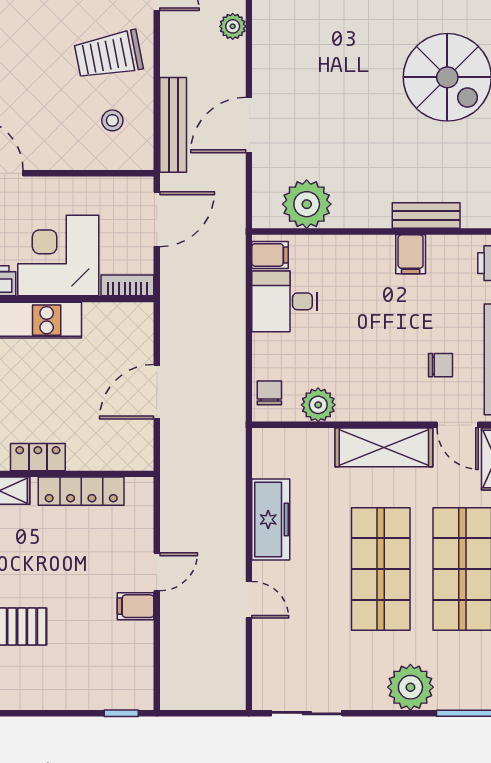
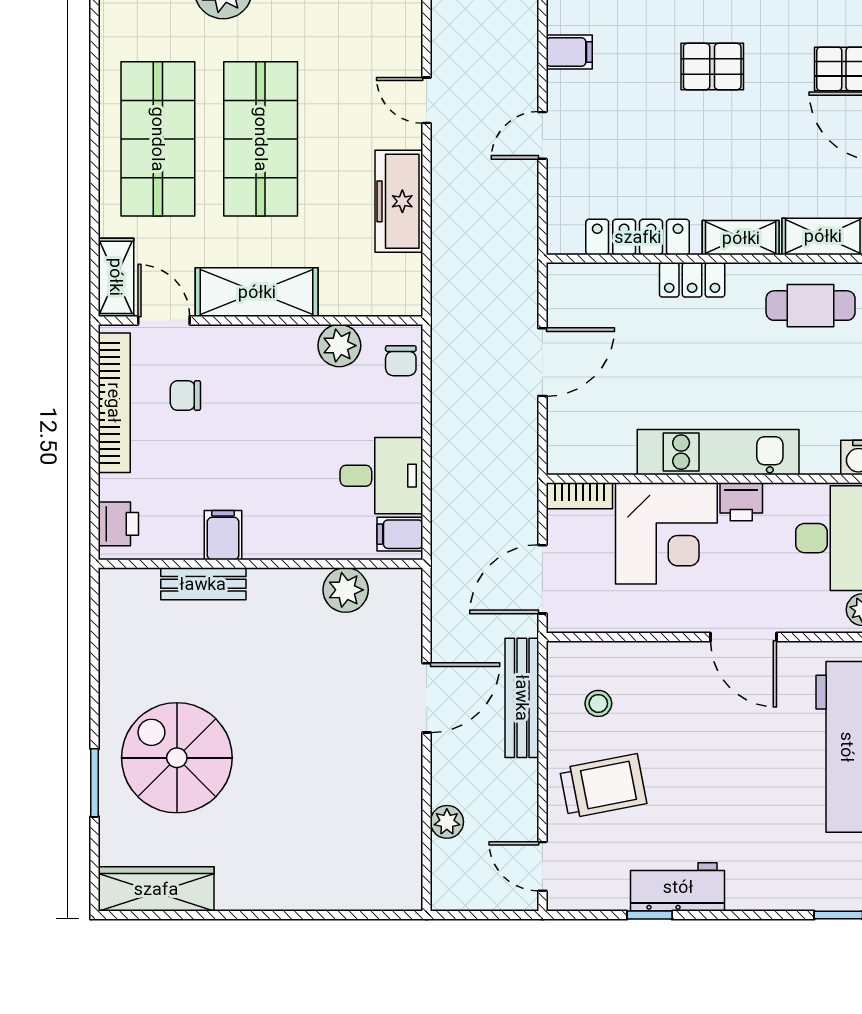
plant: (307, 204) -> (346, 590), width x0.73, depth x0.73
filing cabinet: (136, 606) -> (569, 52), moved

